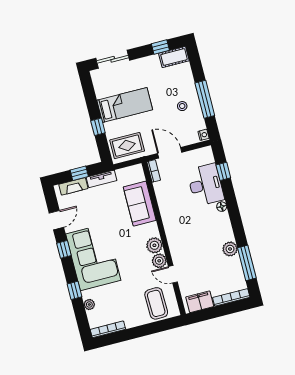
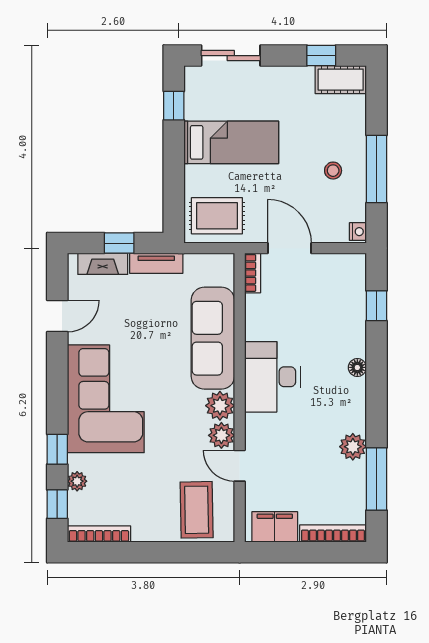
window: (98, 127) -> (174, 106), moved
desk: (205, 185) -> (272, 377), moved, turned 180
sofa: (140, 204) -> (213, 338), width x1.36
window: (64, 249) -> (57, 504), moved

